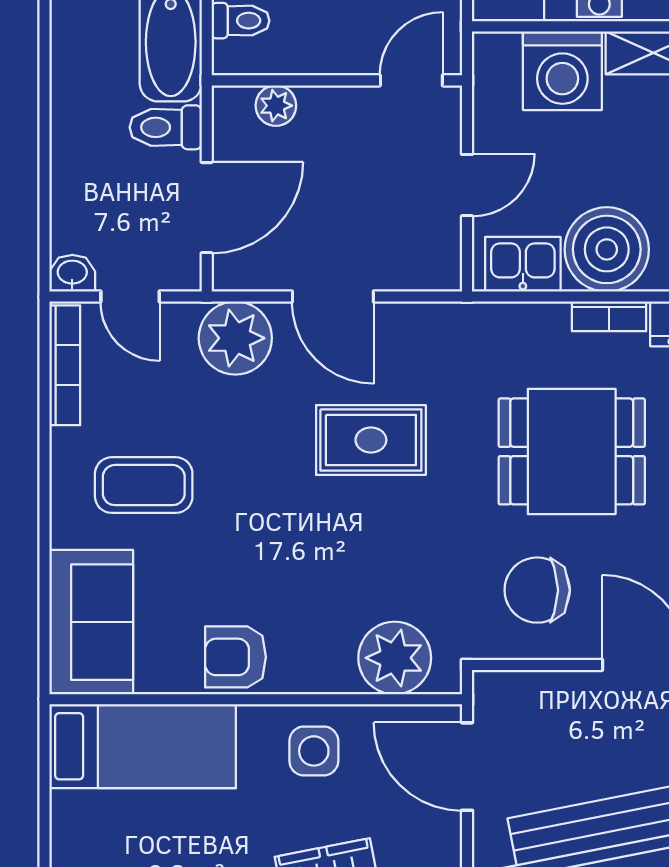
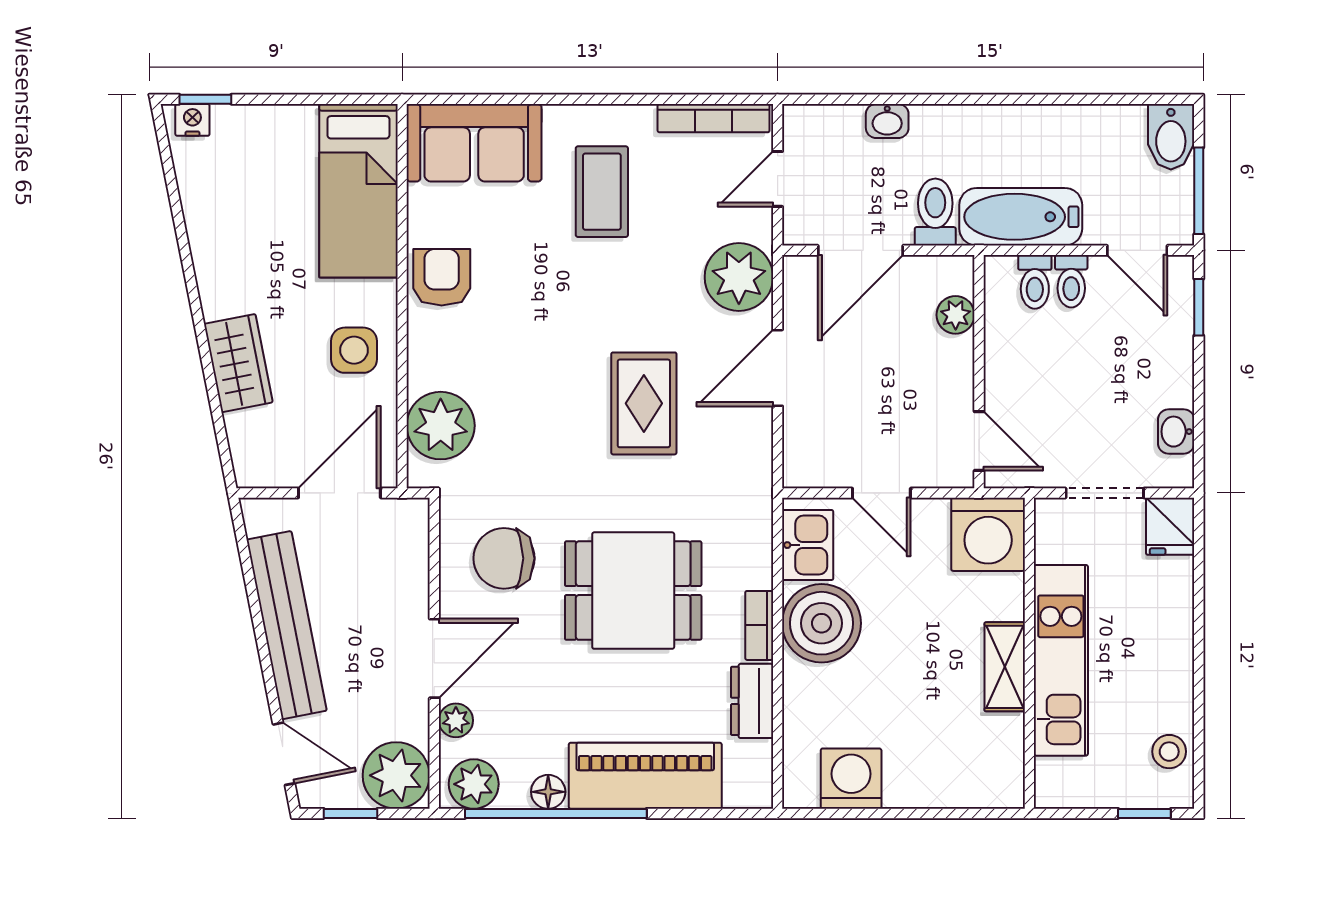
washing machine: (562, 71) -> (988, 534), moved, turned -90
door: (207, 208) -> (860, 250), hinge flipped
washbasin: (72, 273) -> (887, 121), moved, turned 90
dining table: (572, 451) -> (633, 591), turned 90
chair: (537, 590) -> (504, 558), turned -90

